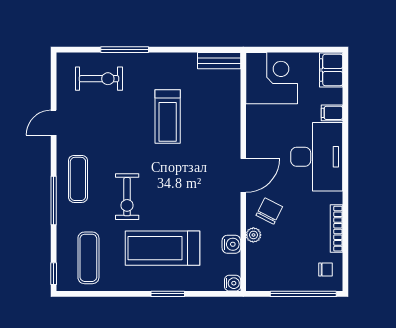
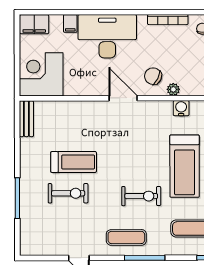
exercise bike: (99, 79) -> (68, 193), moved, turned 90

